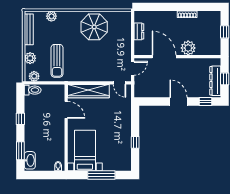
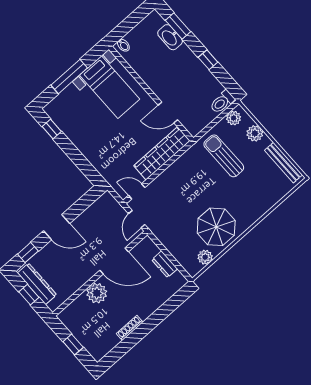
plant: (51, 16) -> (205, 257), moved
window: (135, 142) -> (52, 129), moved
washbasin: (30, 160) -> (170, 37), moved

